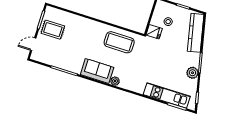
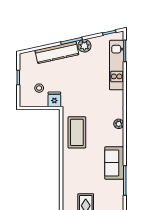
kitchen counter: (196, 33) -> (57, 52), moved
sofa: (97, 71) -> (114, 163), moved

